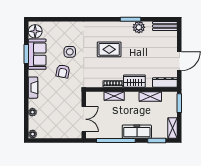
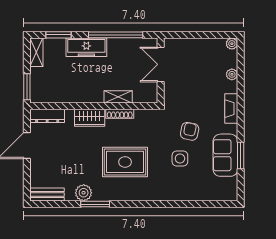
floor lamp: (35, 31) -> (228, 187), removed
rug: (109, 49) -> (125, 162), width x1.36, depth x1.43
shelving: (150, 96) -> (68, 96), removed

